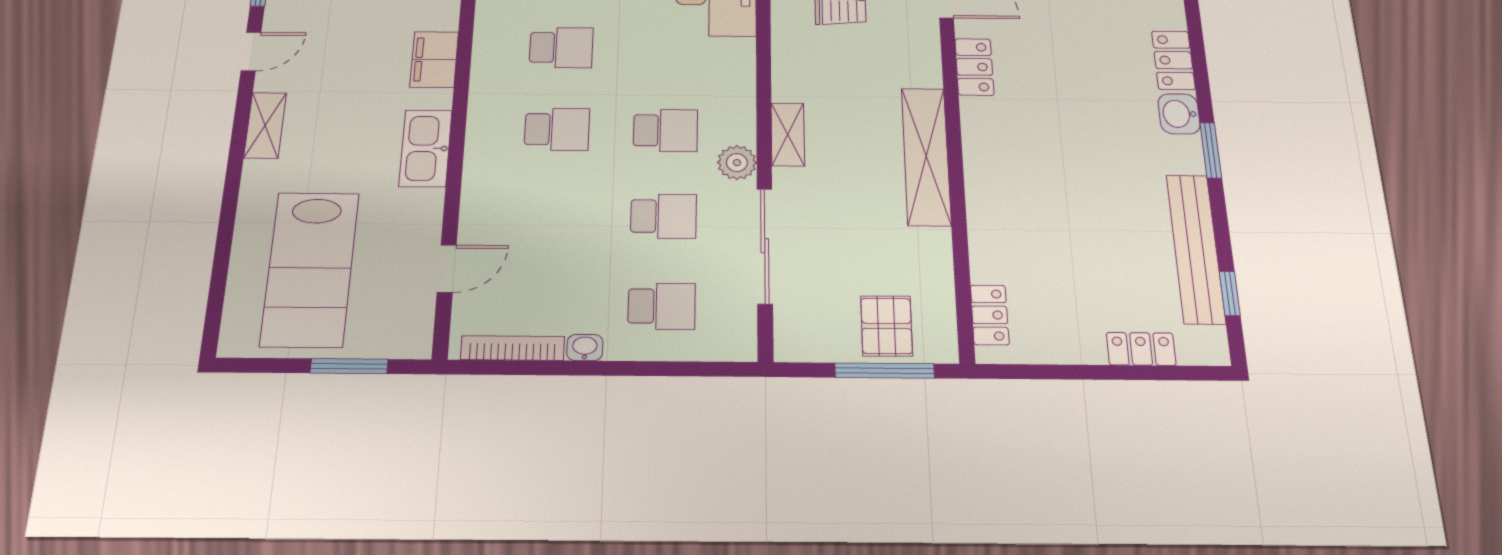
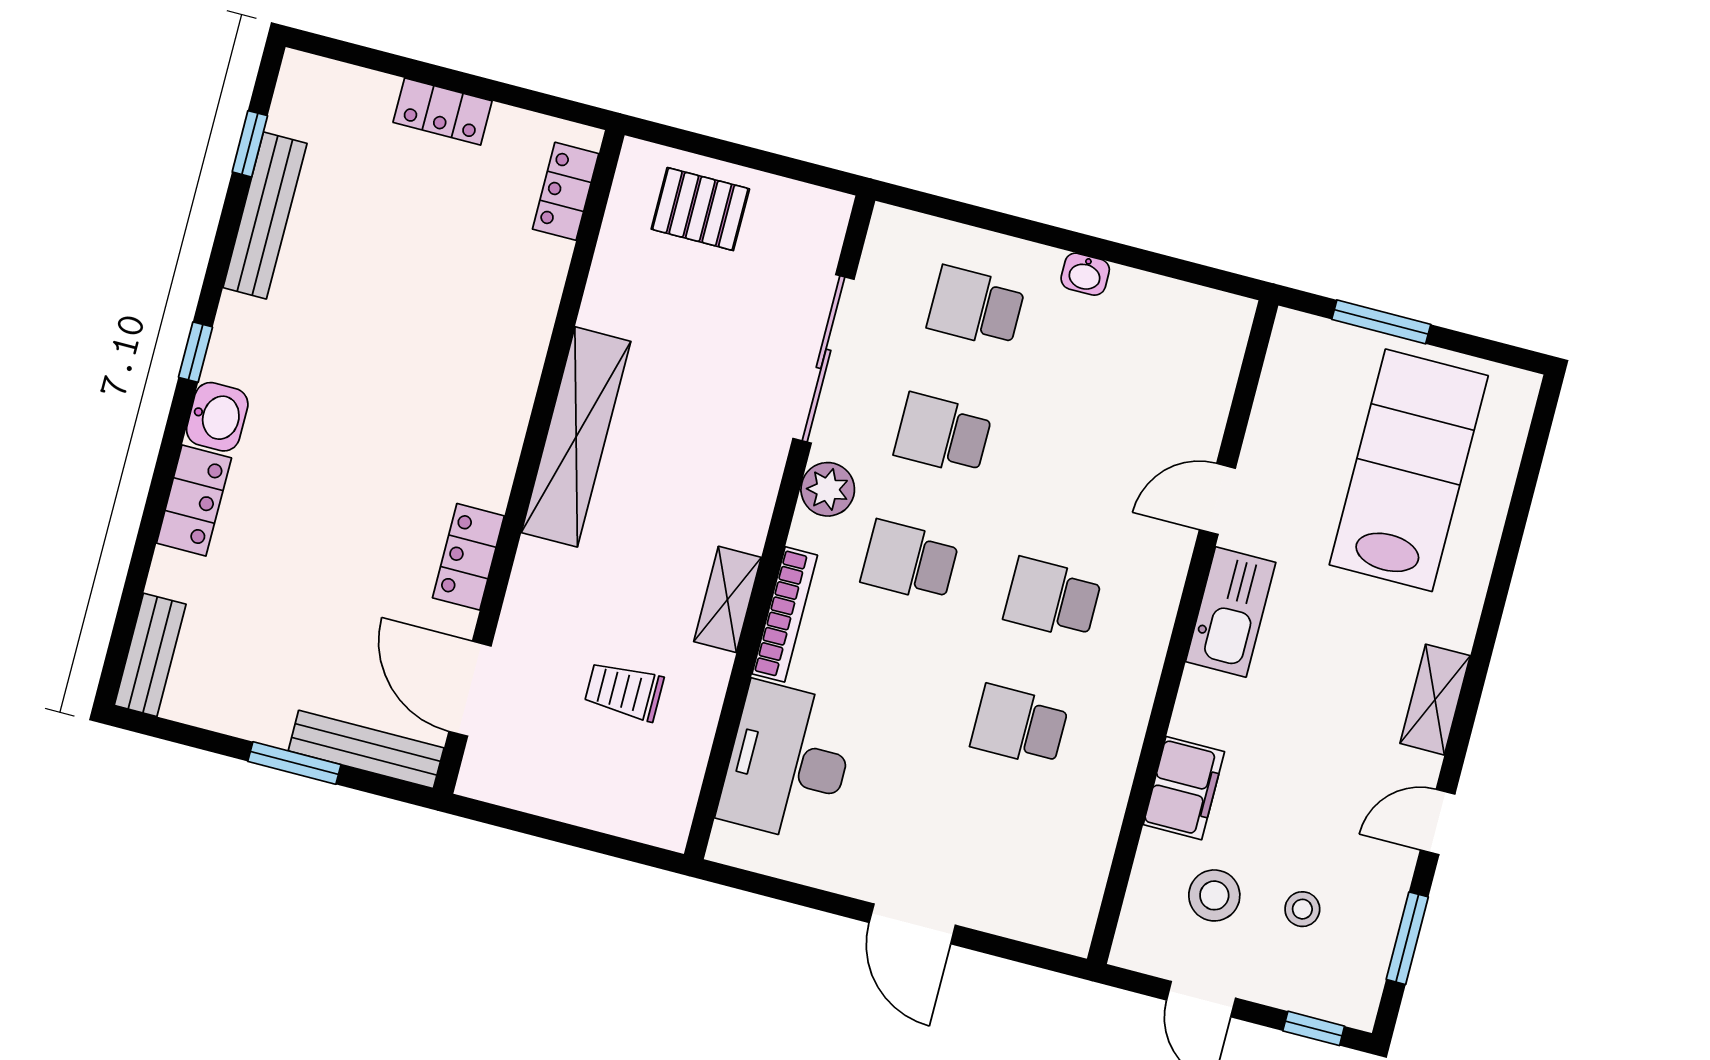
filing cabinet: (434, 60) -> (1184, 788), moved
shelving: (788, 134) -> (727, 599), moved
window: (1211, 150) -> (196, 352), width x0.67
bench: (1196, 248) -> (265, 215), width x0.73, depth x0.82
door: (447, 268) -> (1217, 499), moved
pallet: (887, 326) -> (700, 209), turned 90
bookcase: (513, 348) -> (785, 614), moved, turned -90
locker: (1141, 349) -> (443, 112), moved
window: (885, 371) -> (721, 150), removed

